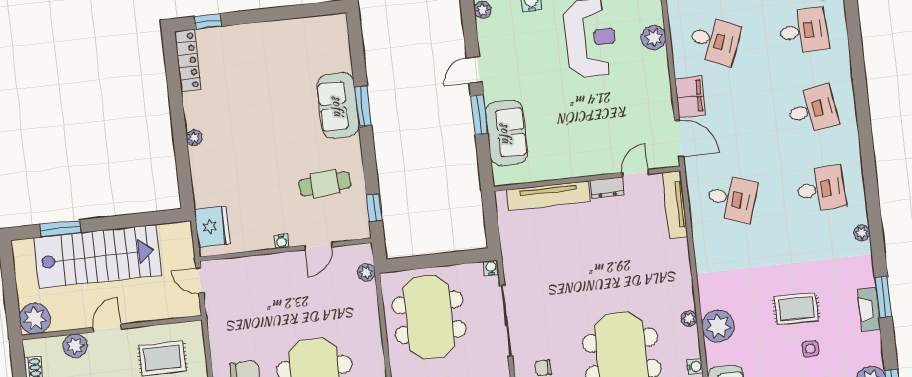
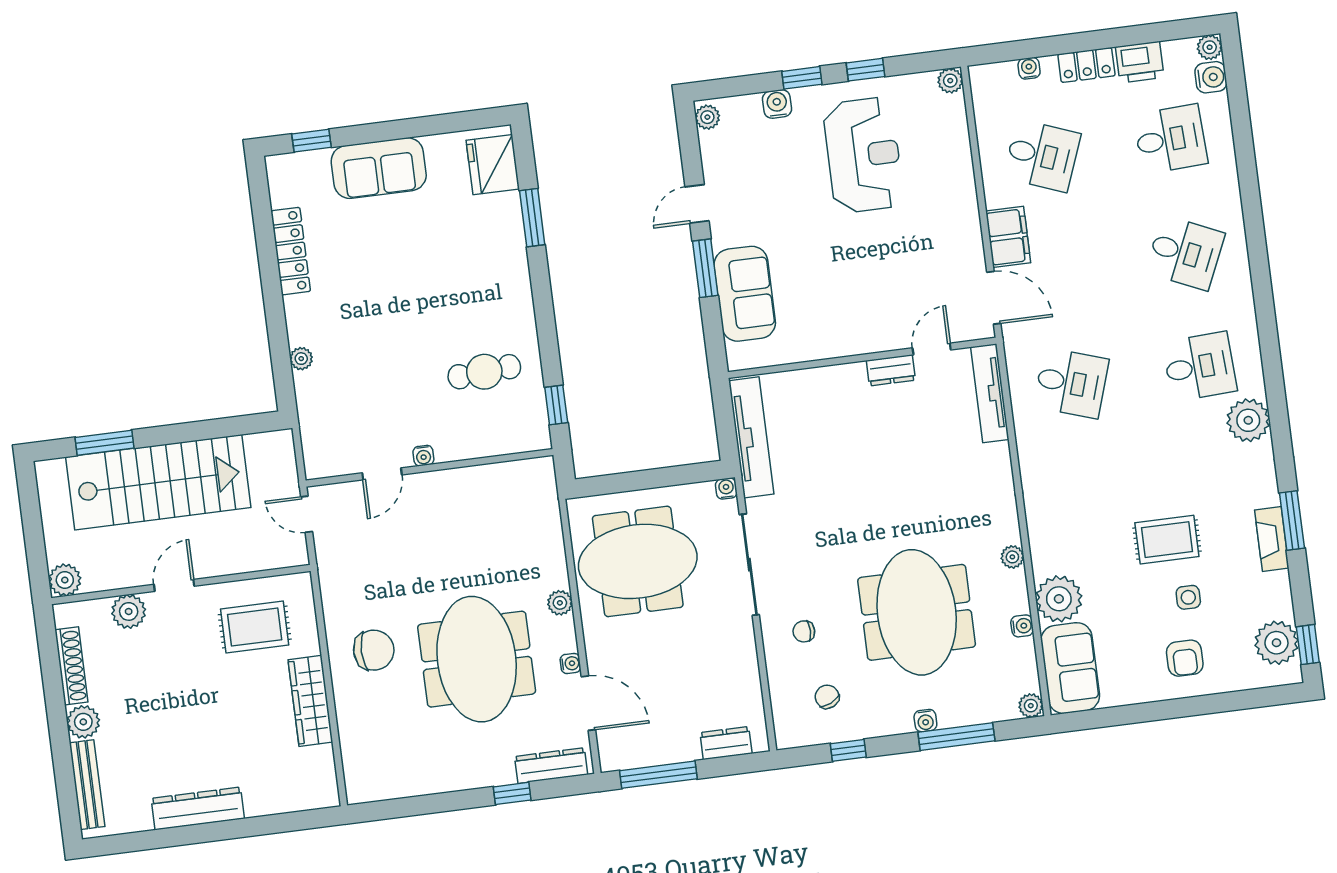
plant: (654, 38) -> (954, 153), removed
locker: (188, 60) -> (291, 251), moved
sofa: (338, 106) -> (379, 168), moved, turned -90
window: (363, 106) -> (532, 218), moved
desk: (812, 110) -> (1185, 253), turned 33
plant: (194, 138) -> (301, 359), moved
tv unit: (549, 196) -> (751, 437), moved, turned -90
fridge: (212, 227) -> (493, 165), moved, turned 180
plant: (862, 233) -> (1248, 420), width x1.87, depth x1.87
door: (318, 246) -> (382, 474), moved
plant: (366, 272) -> (560, 603), moved
meeting table: (429, 317) -> (638, 561), turned 90
plant: (35, 319) -> (65, 580), width x0.73, depth x0.73
plant: (718, 326) -> (1059, 599), moved

